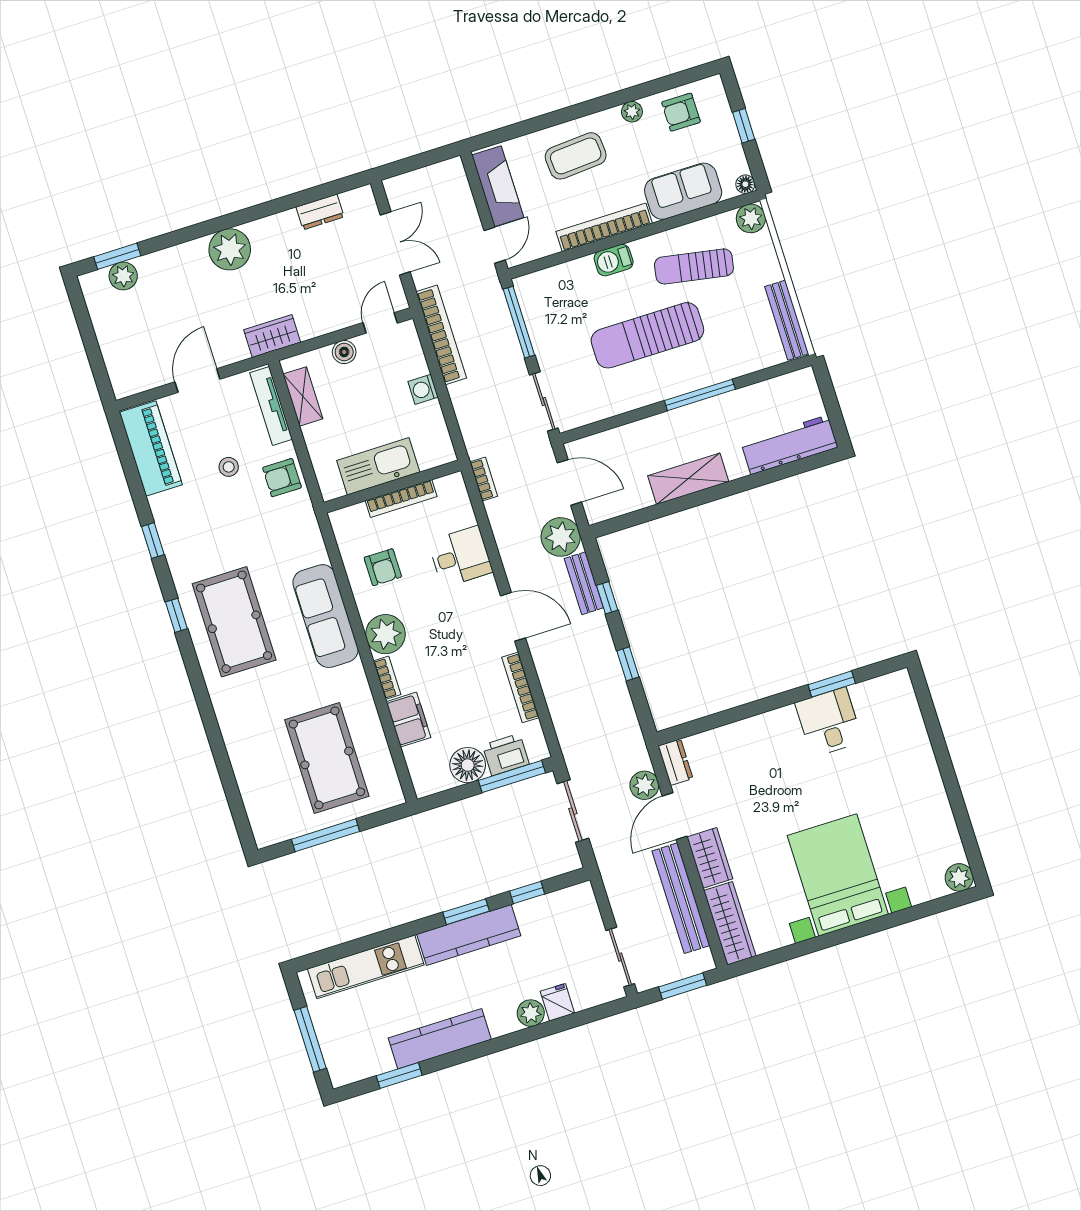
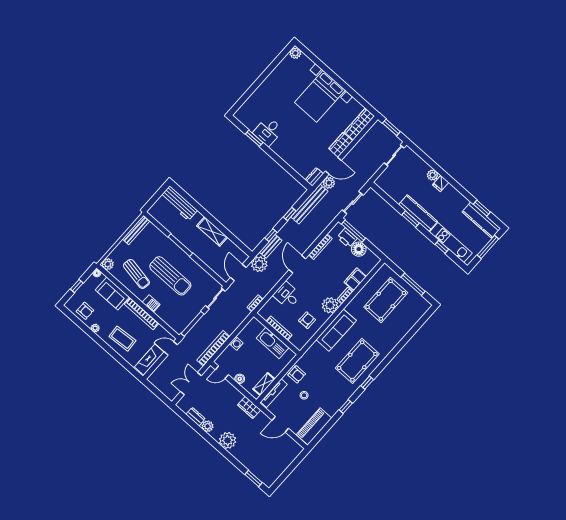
plant: (123, 276) -> (208, 426), moved
window: (527, 892) -> (442, 247), moved
bench: (681, 898) -> (309, 204), moved
fridge: (557, 1002) -> (441, 184), moved
kitchen counter: (440, 1039) -> (481, 220), moved

